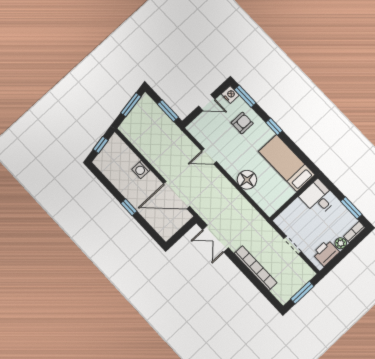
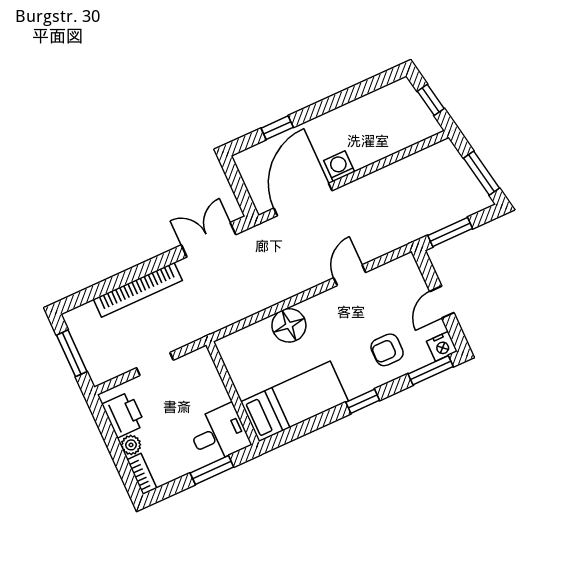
armchair: (242, 123) -> (387, 350), turned 90
washing machine: (141, 170) -> (339, 166), moved
window: (129, 207) -> (277, 128), moved
window: (351, 208) -> (212, 470), moved

